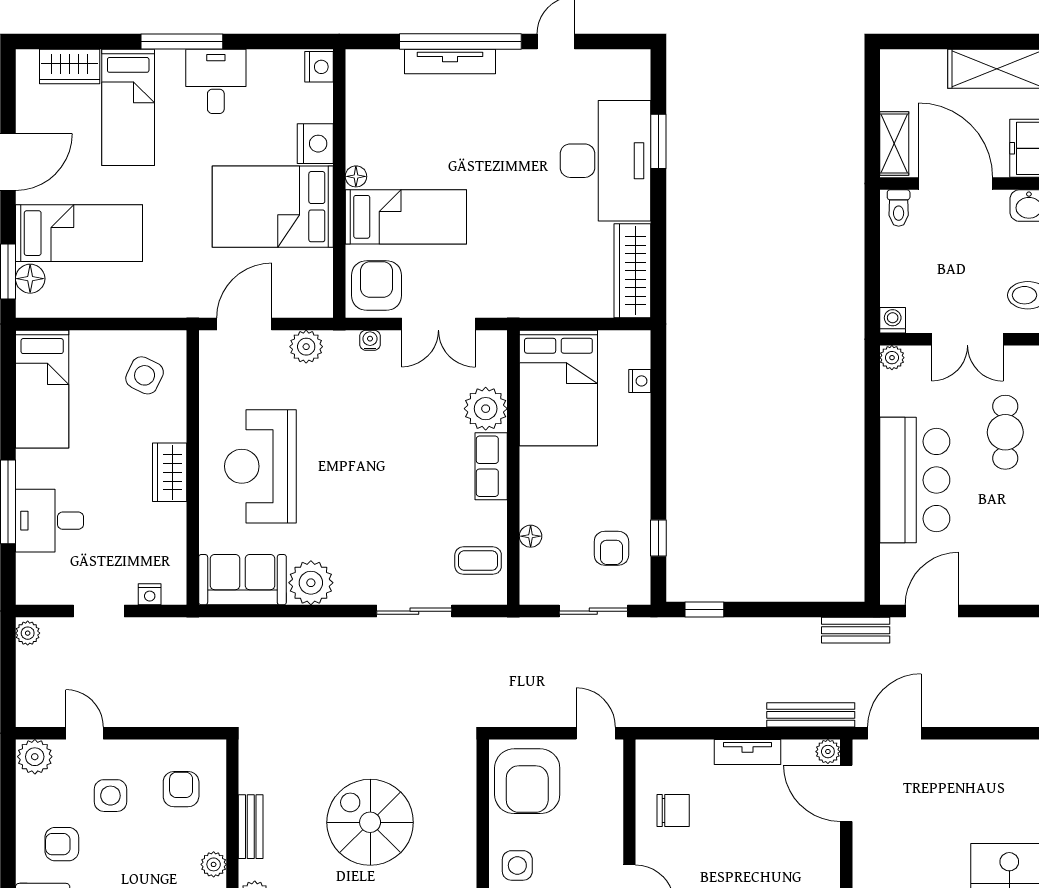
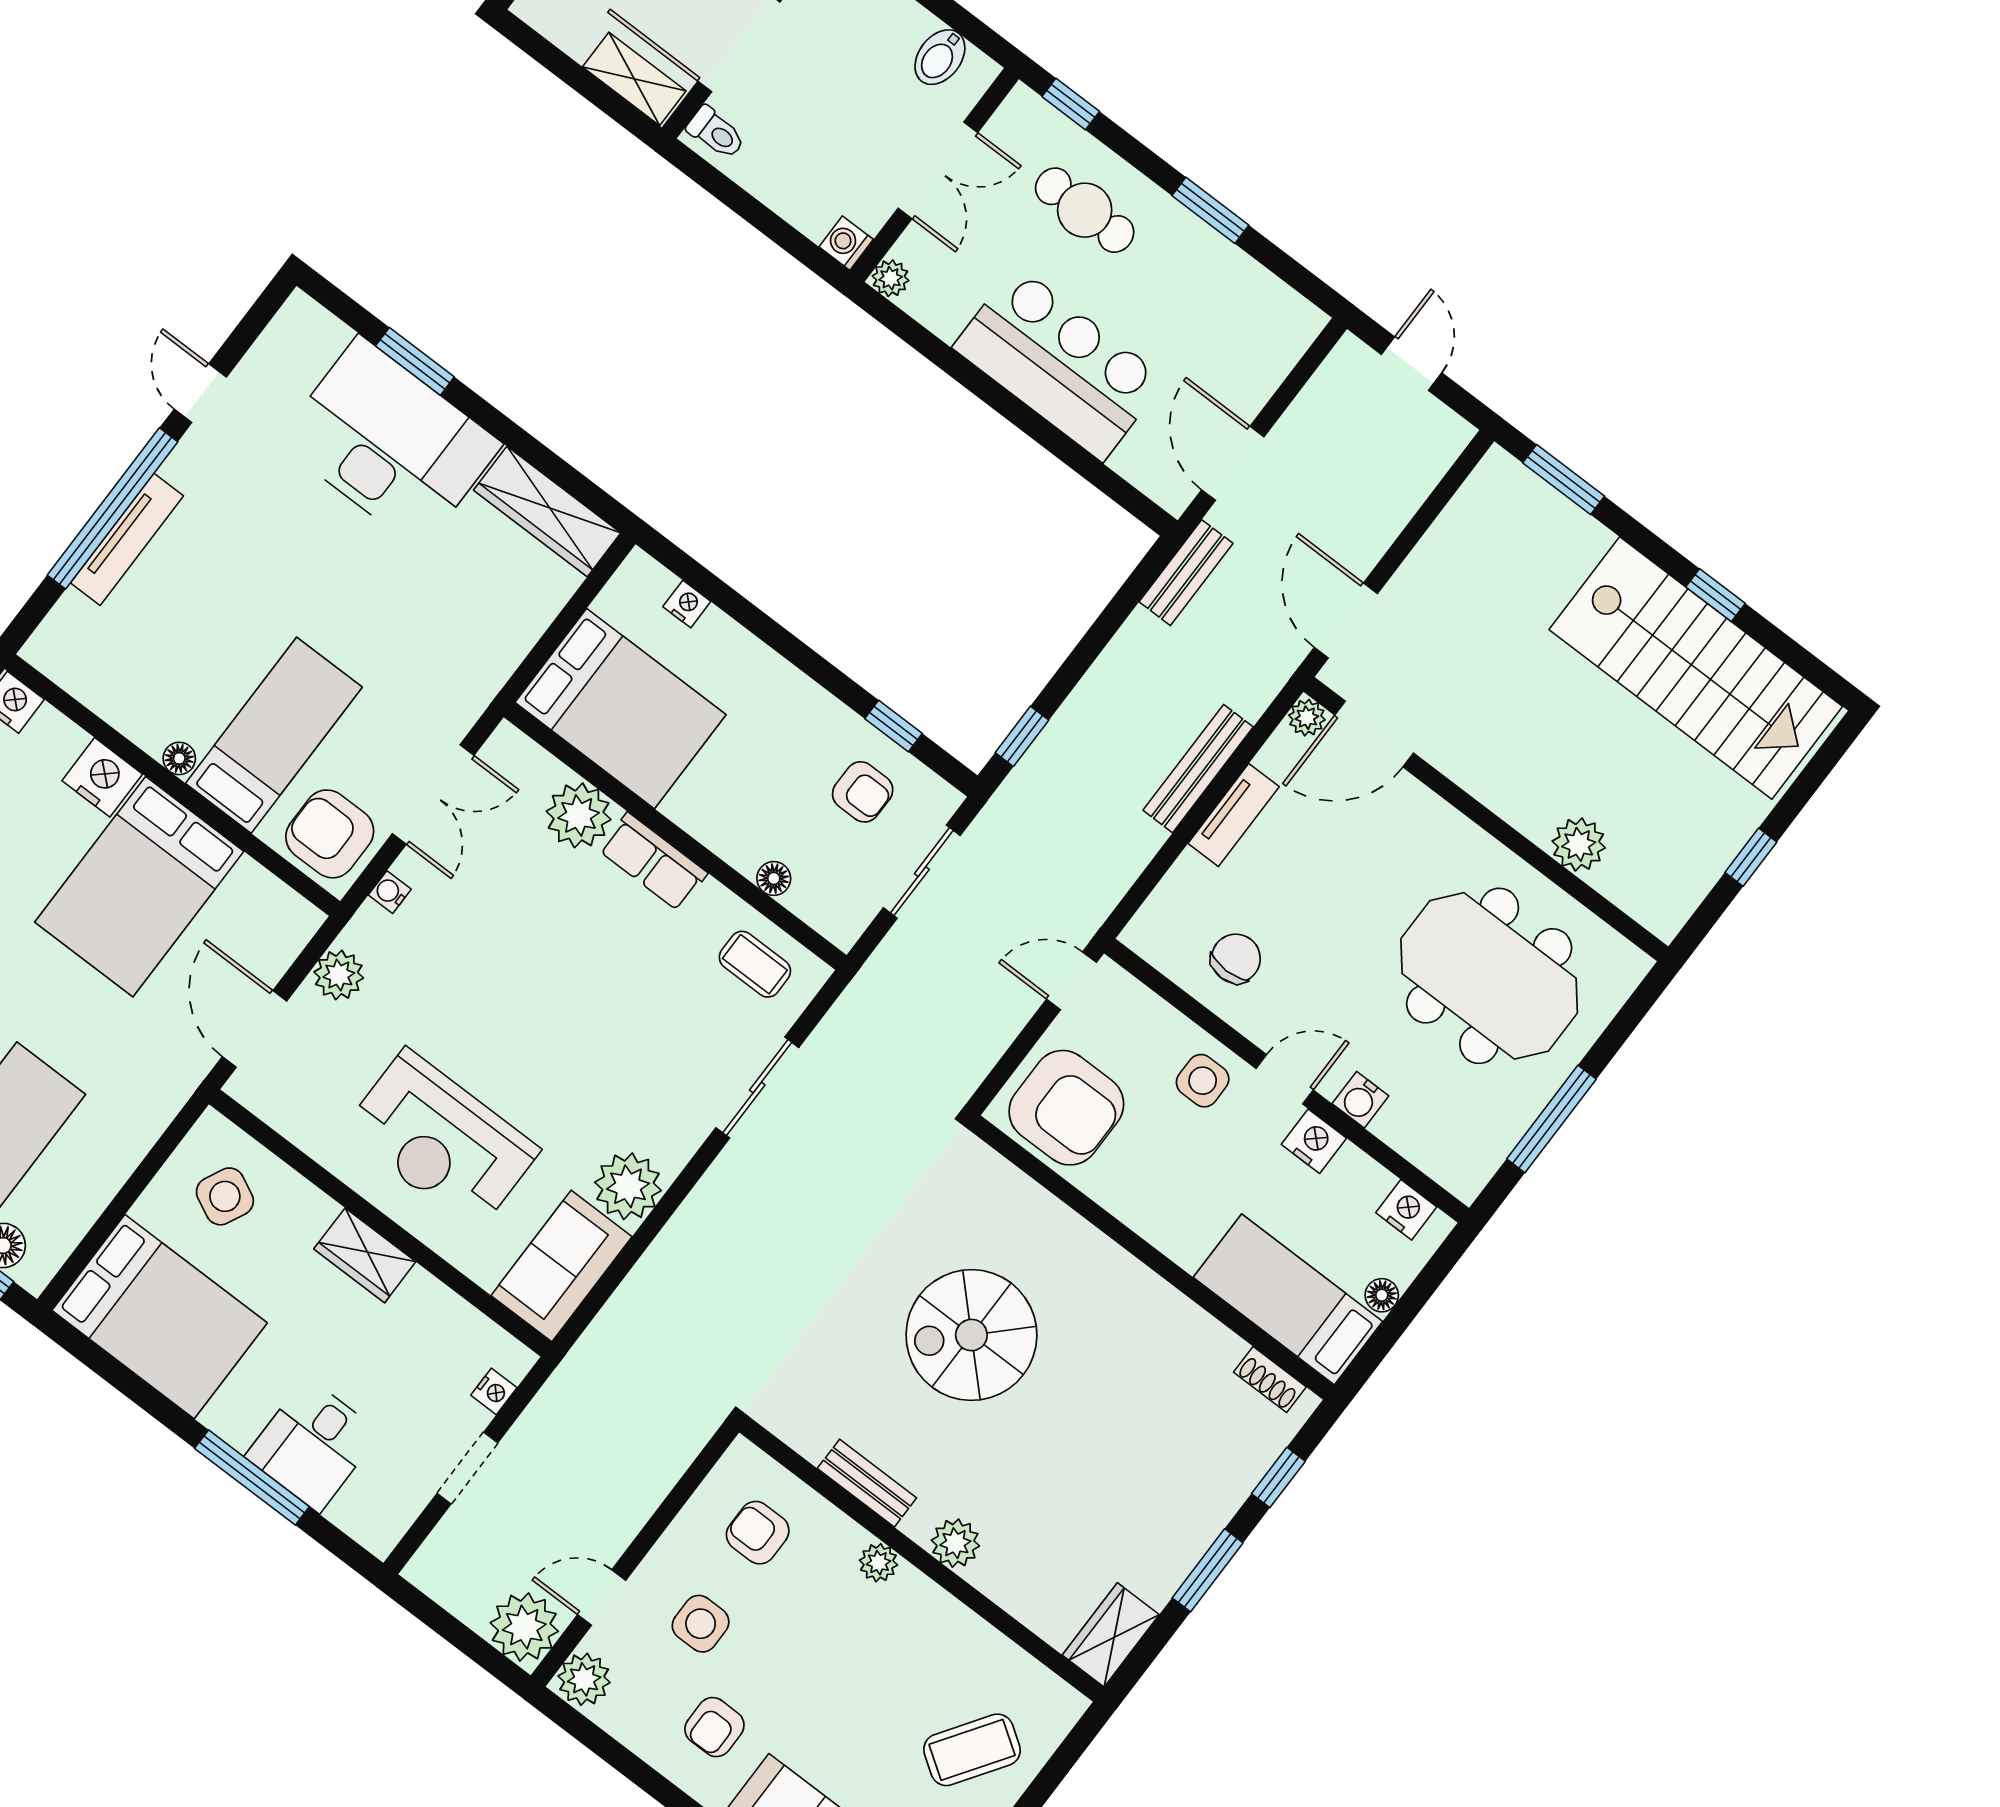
bed: (42, 389) -> (160, 1317), width x1.50
coffee table: (478, 561) -> (755, 964), turned 90
plant: (28, 633) -> (524, 1627), moved, width x1.87, depth x1.87
bench: (811, 715) -> (1198, 769), moved
side table: (517, 865) -> (1203, 1081), moved

